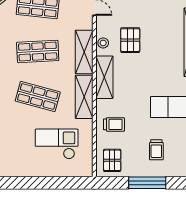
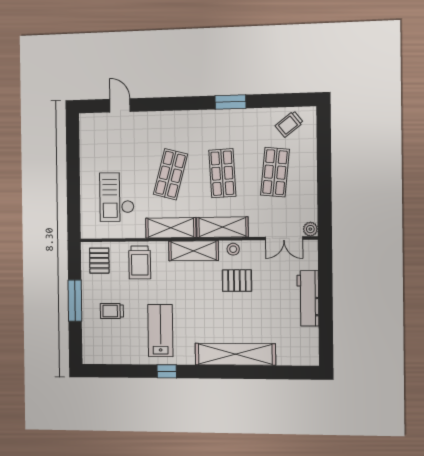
trolley: (114, 124) -> (140, 262), width x1.36, depth x1.39
checkout: (57, 144) -> (117, 197), turned 180
pallet: (112, 160) -> (99, 261), turned 90

